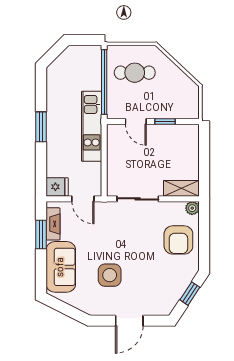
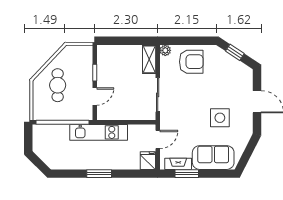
cafe table: (135, 73) -> (58, 85), moved

